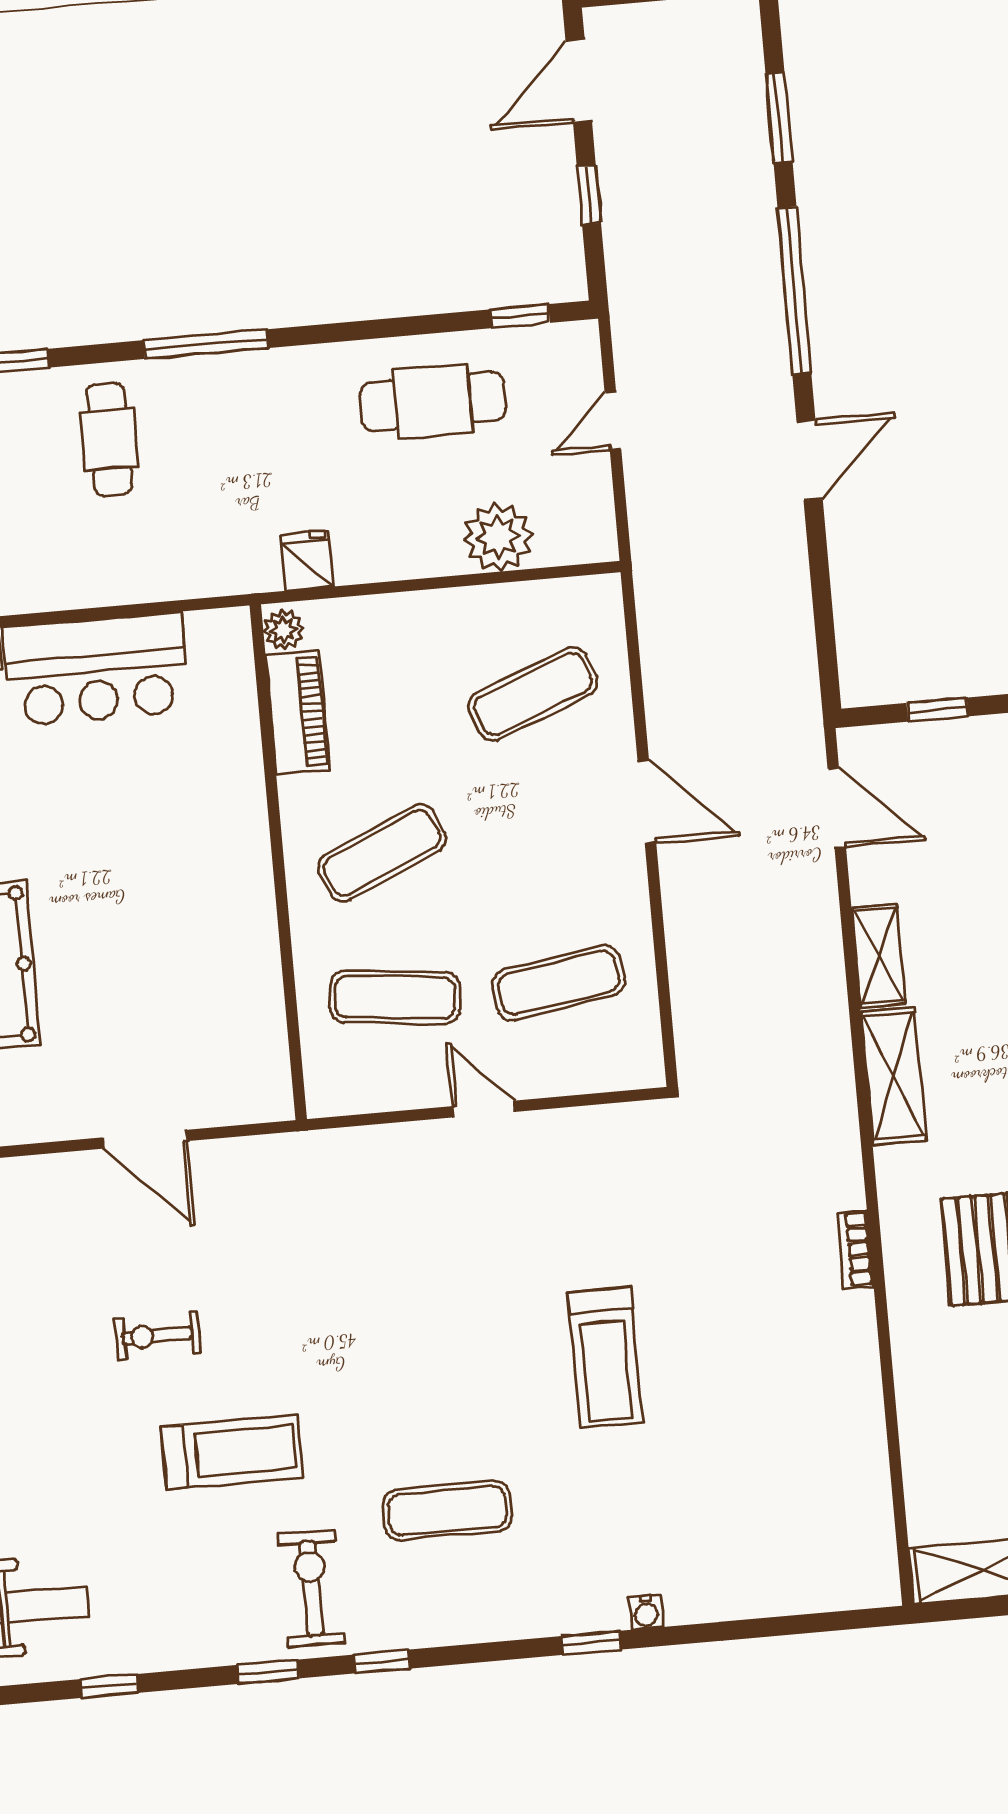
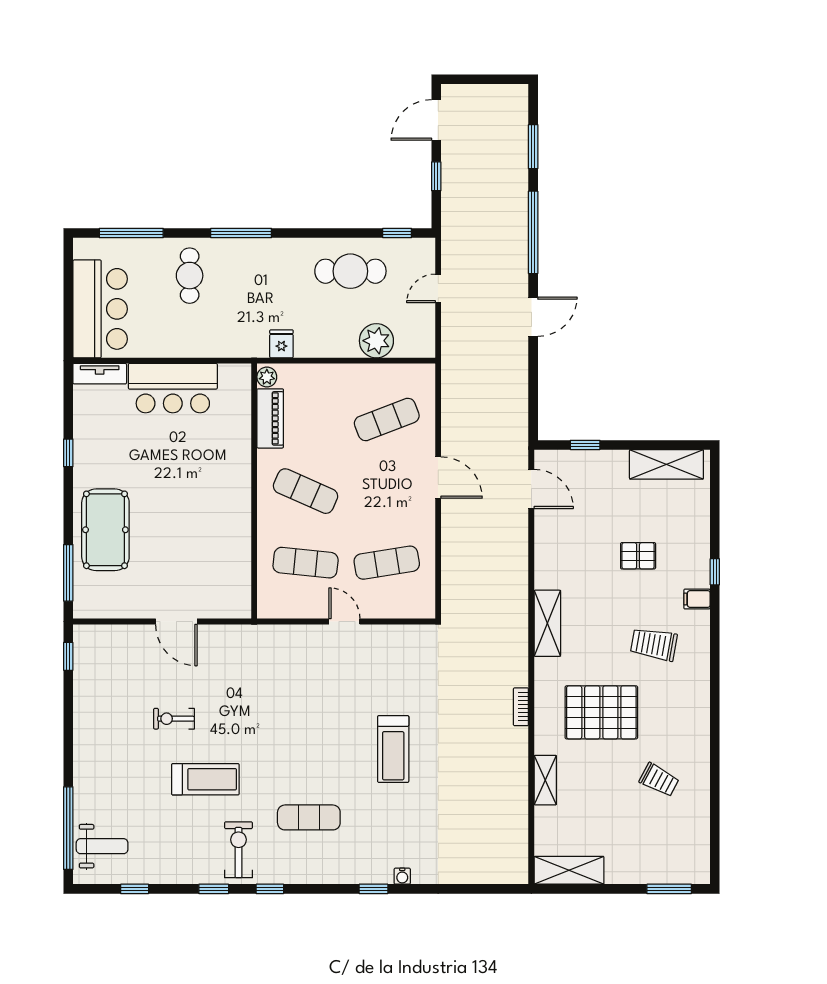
exercise mat: (382, 853) -> (306, 491), turned 48
shelving: (878, 956) -> (545, 780), moved

